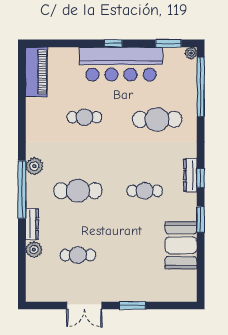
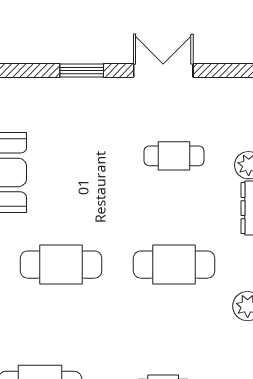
cafe table: (145, 191) -> (61, 265), width x1.37, depth x1.35

